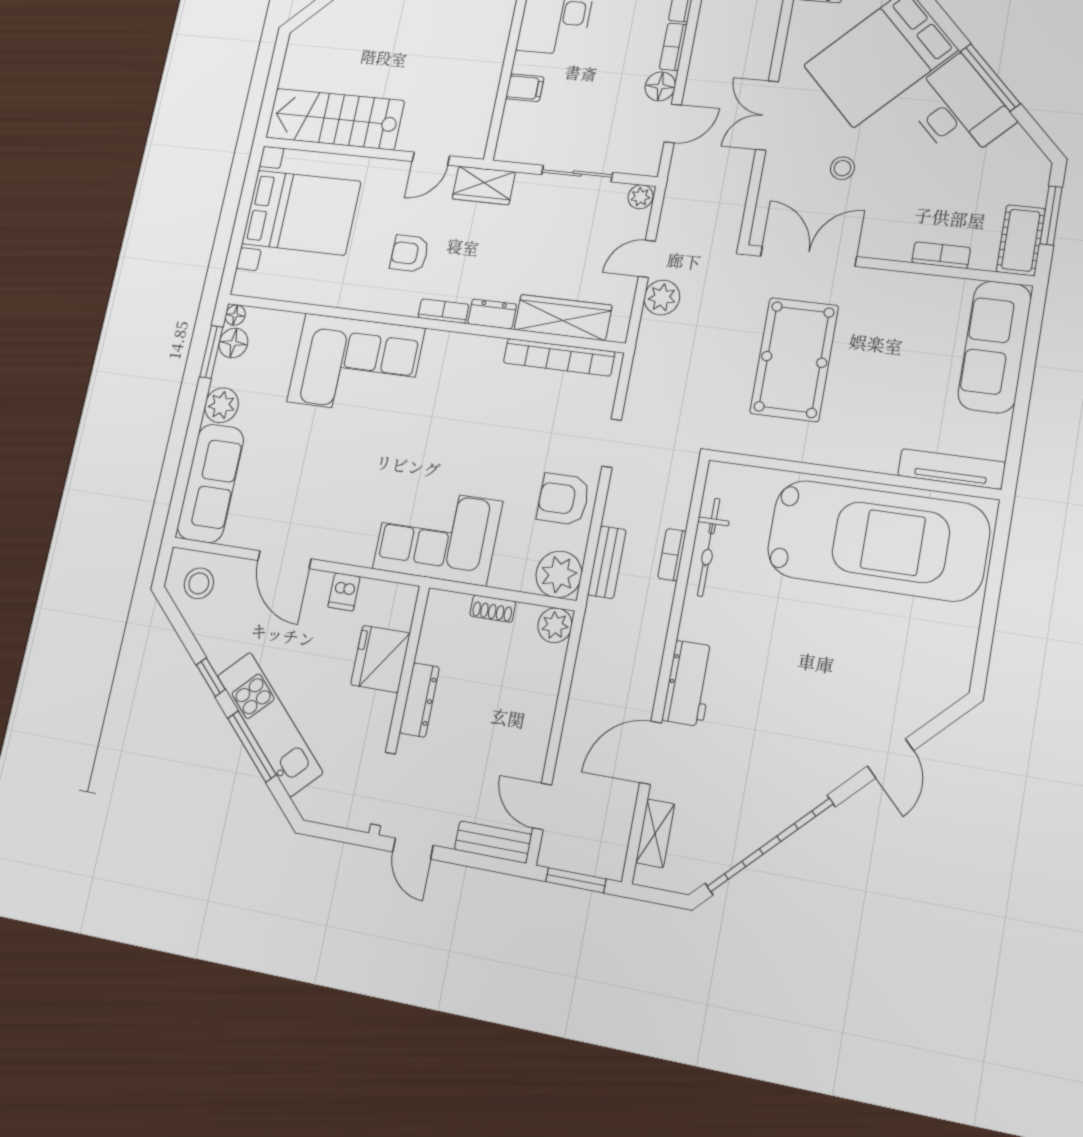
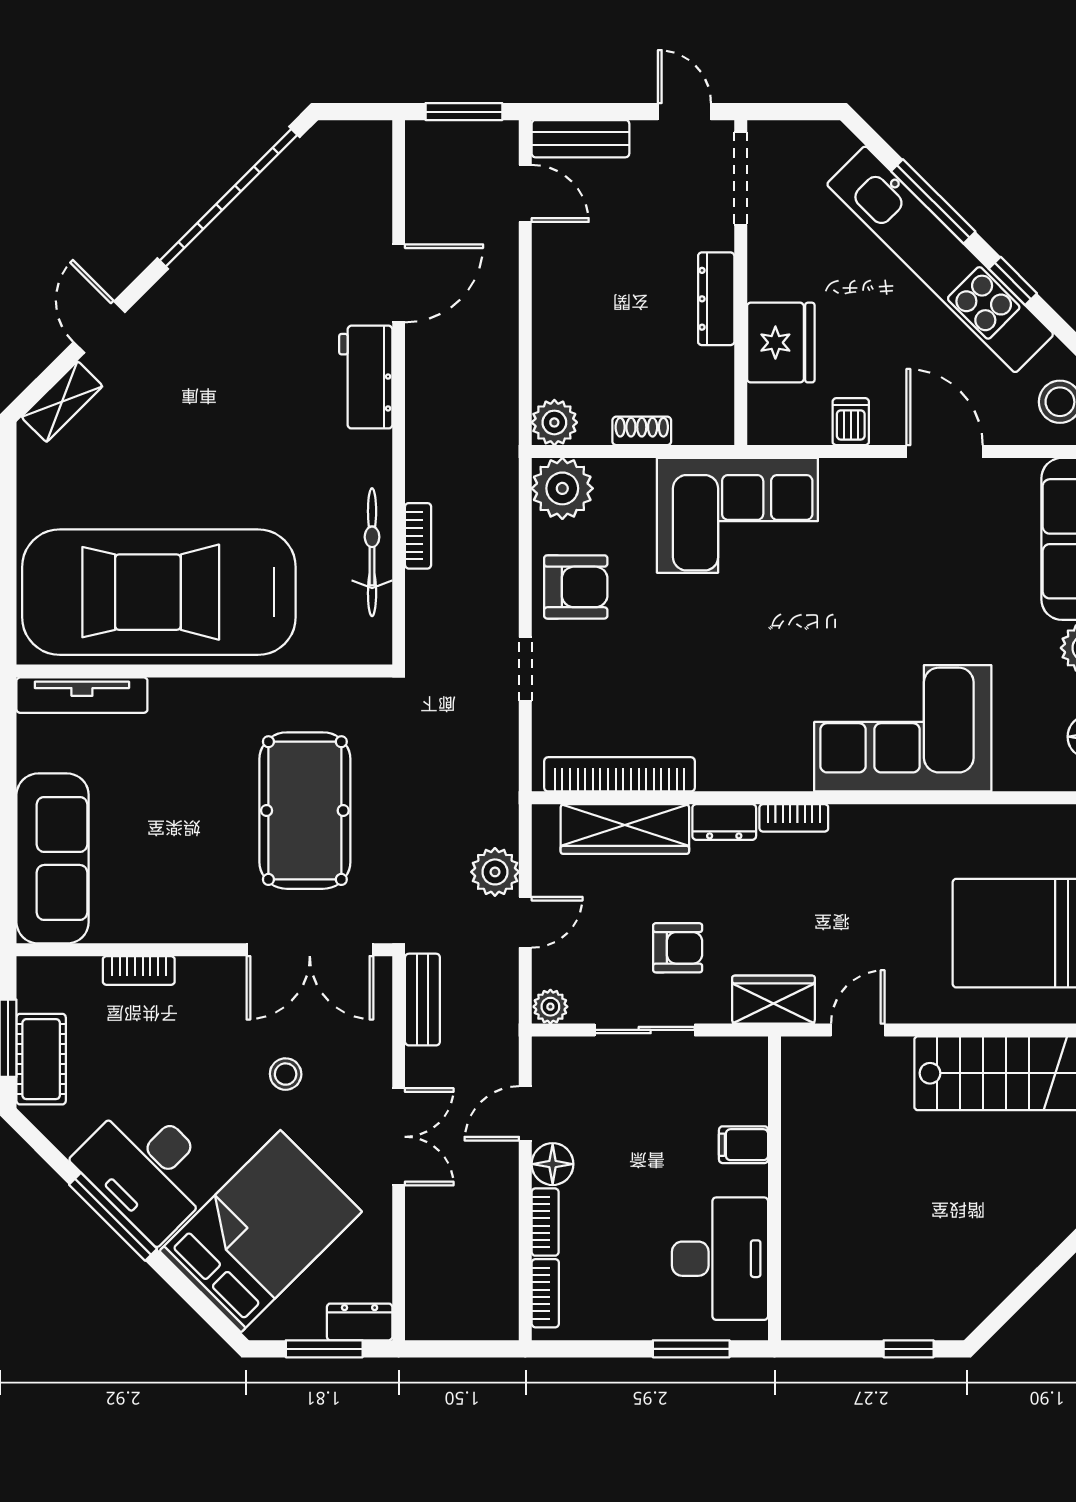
cot: (1021, 240) -> (41, 1059), moved
armchair: (409, 253) -> (678, 948), moved
bench: (607, 562) -> (422, 1000), moved
kitchen unit: (270, 724) -> (940, 259), width x1.36
shelving: (655, 833) -> (62, 402), moved, turned 45

